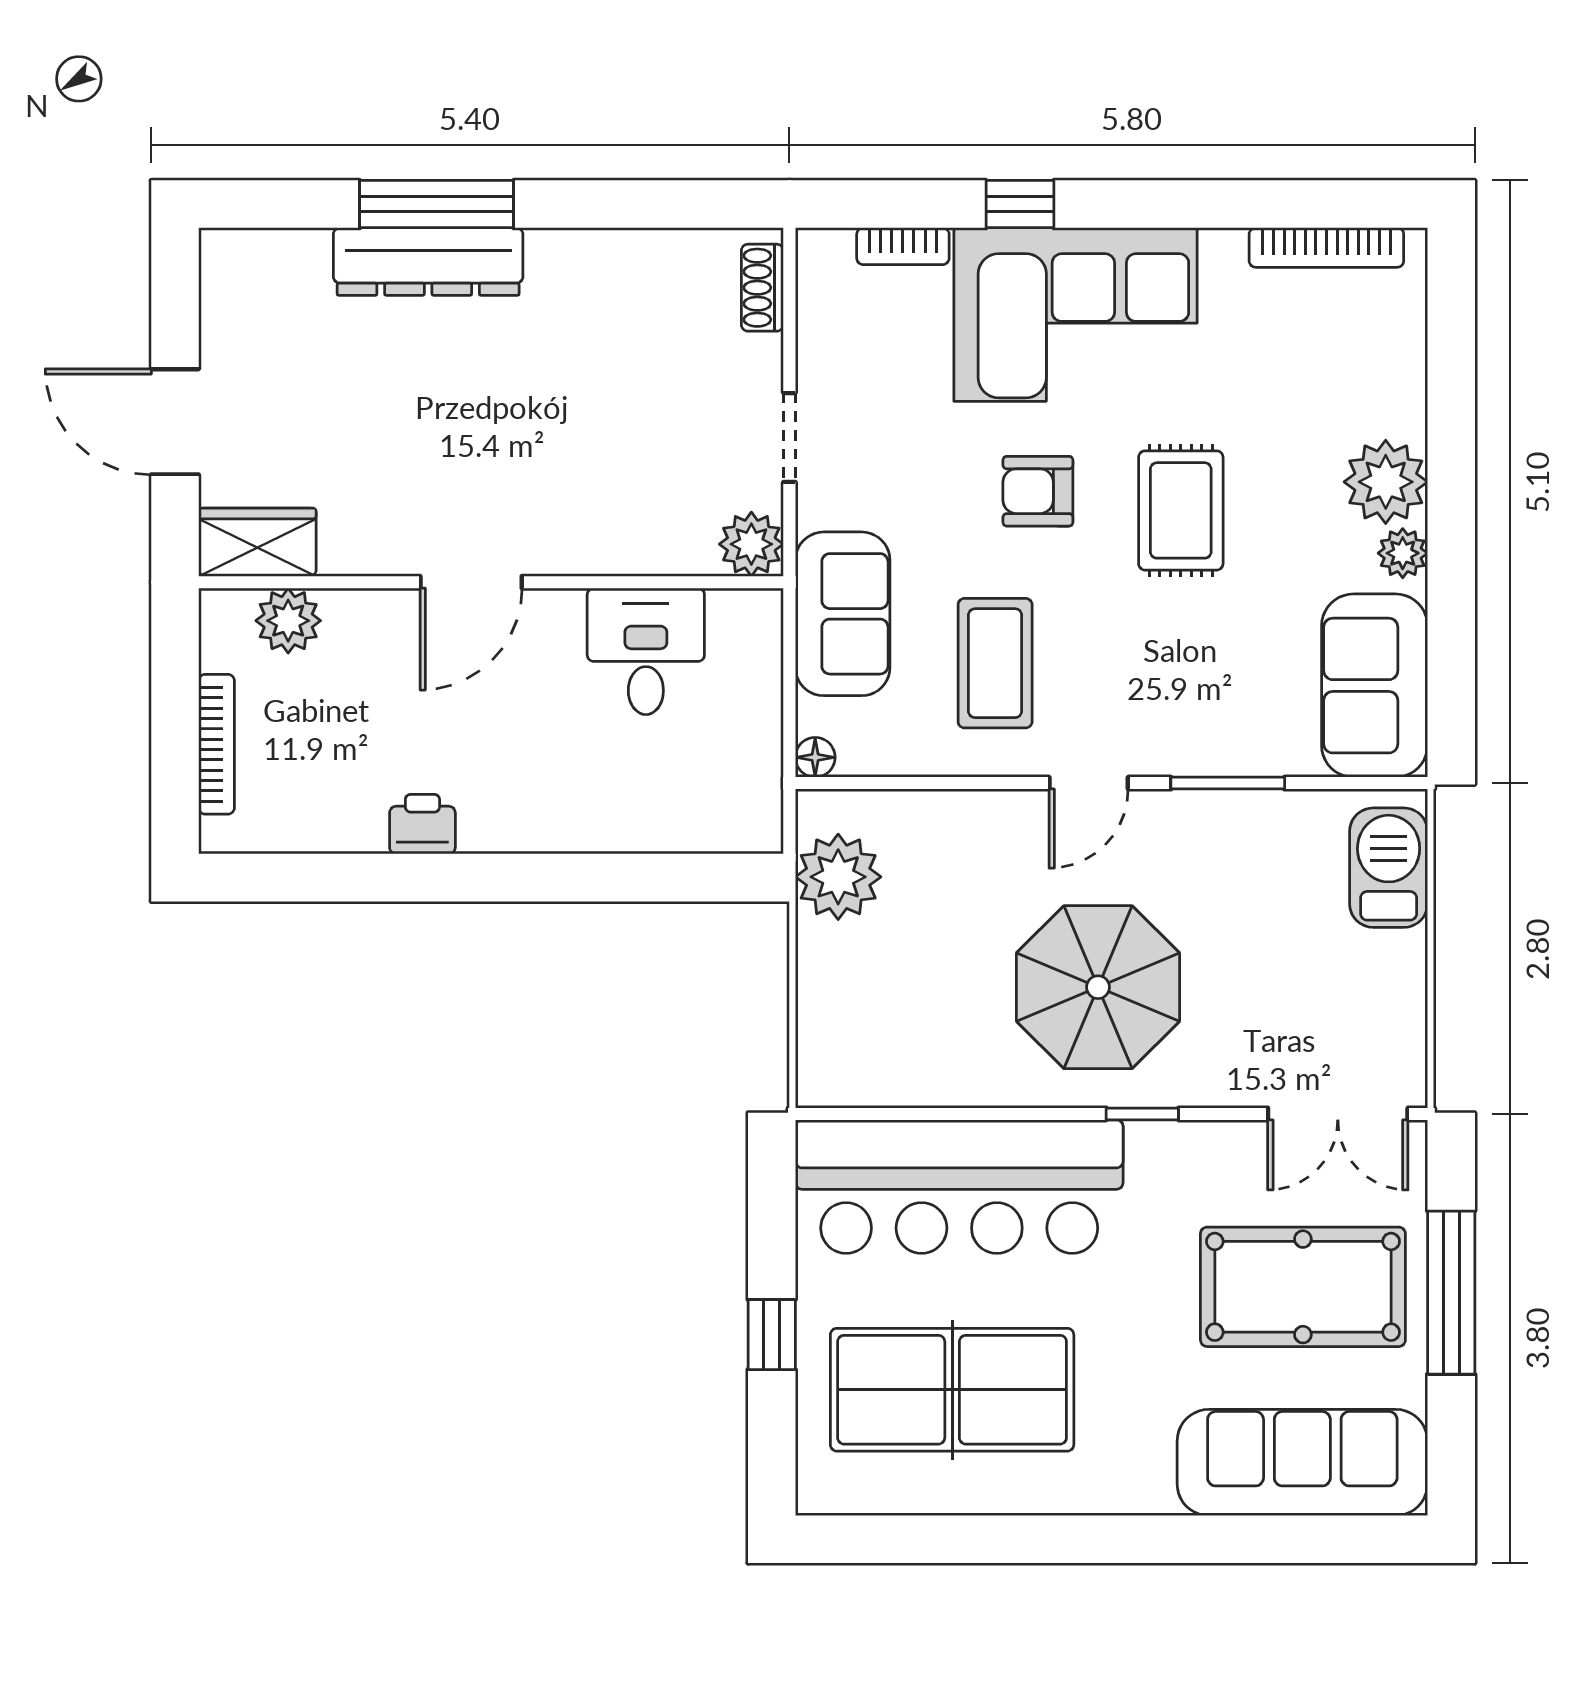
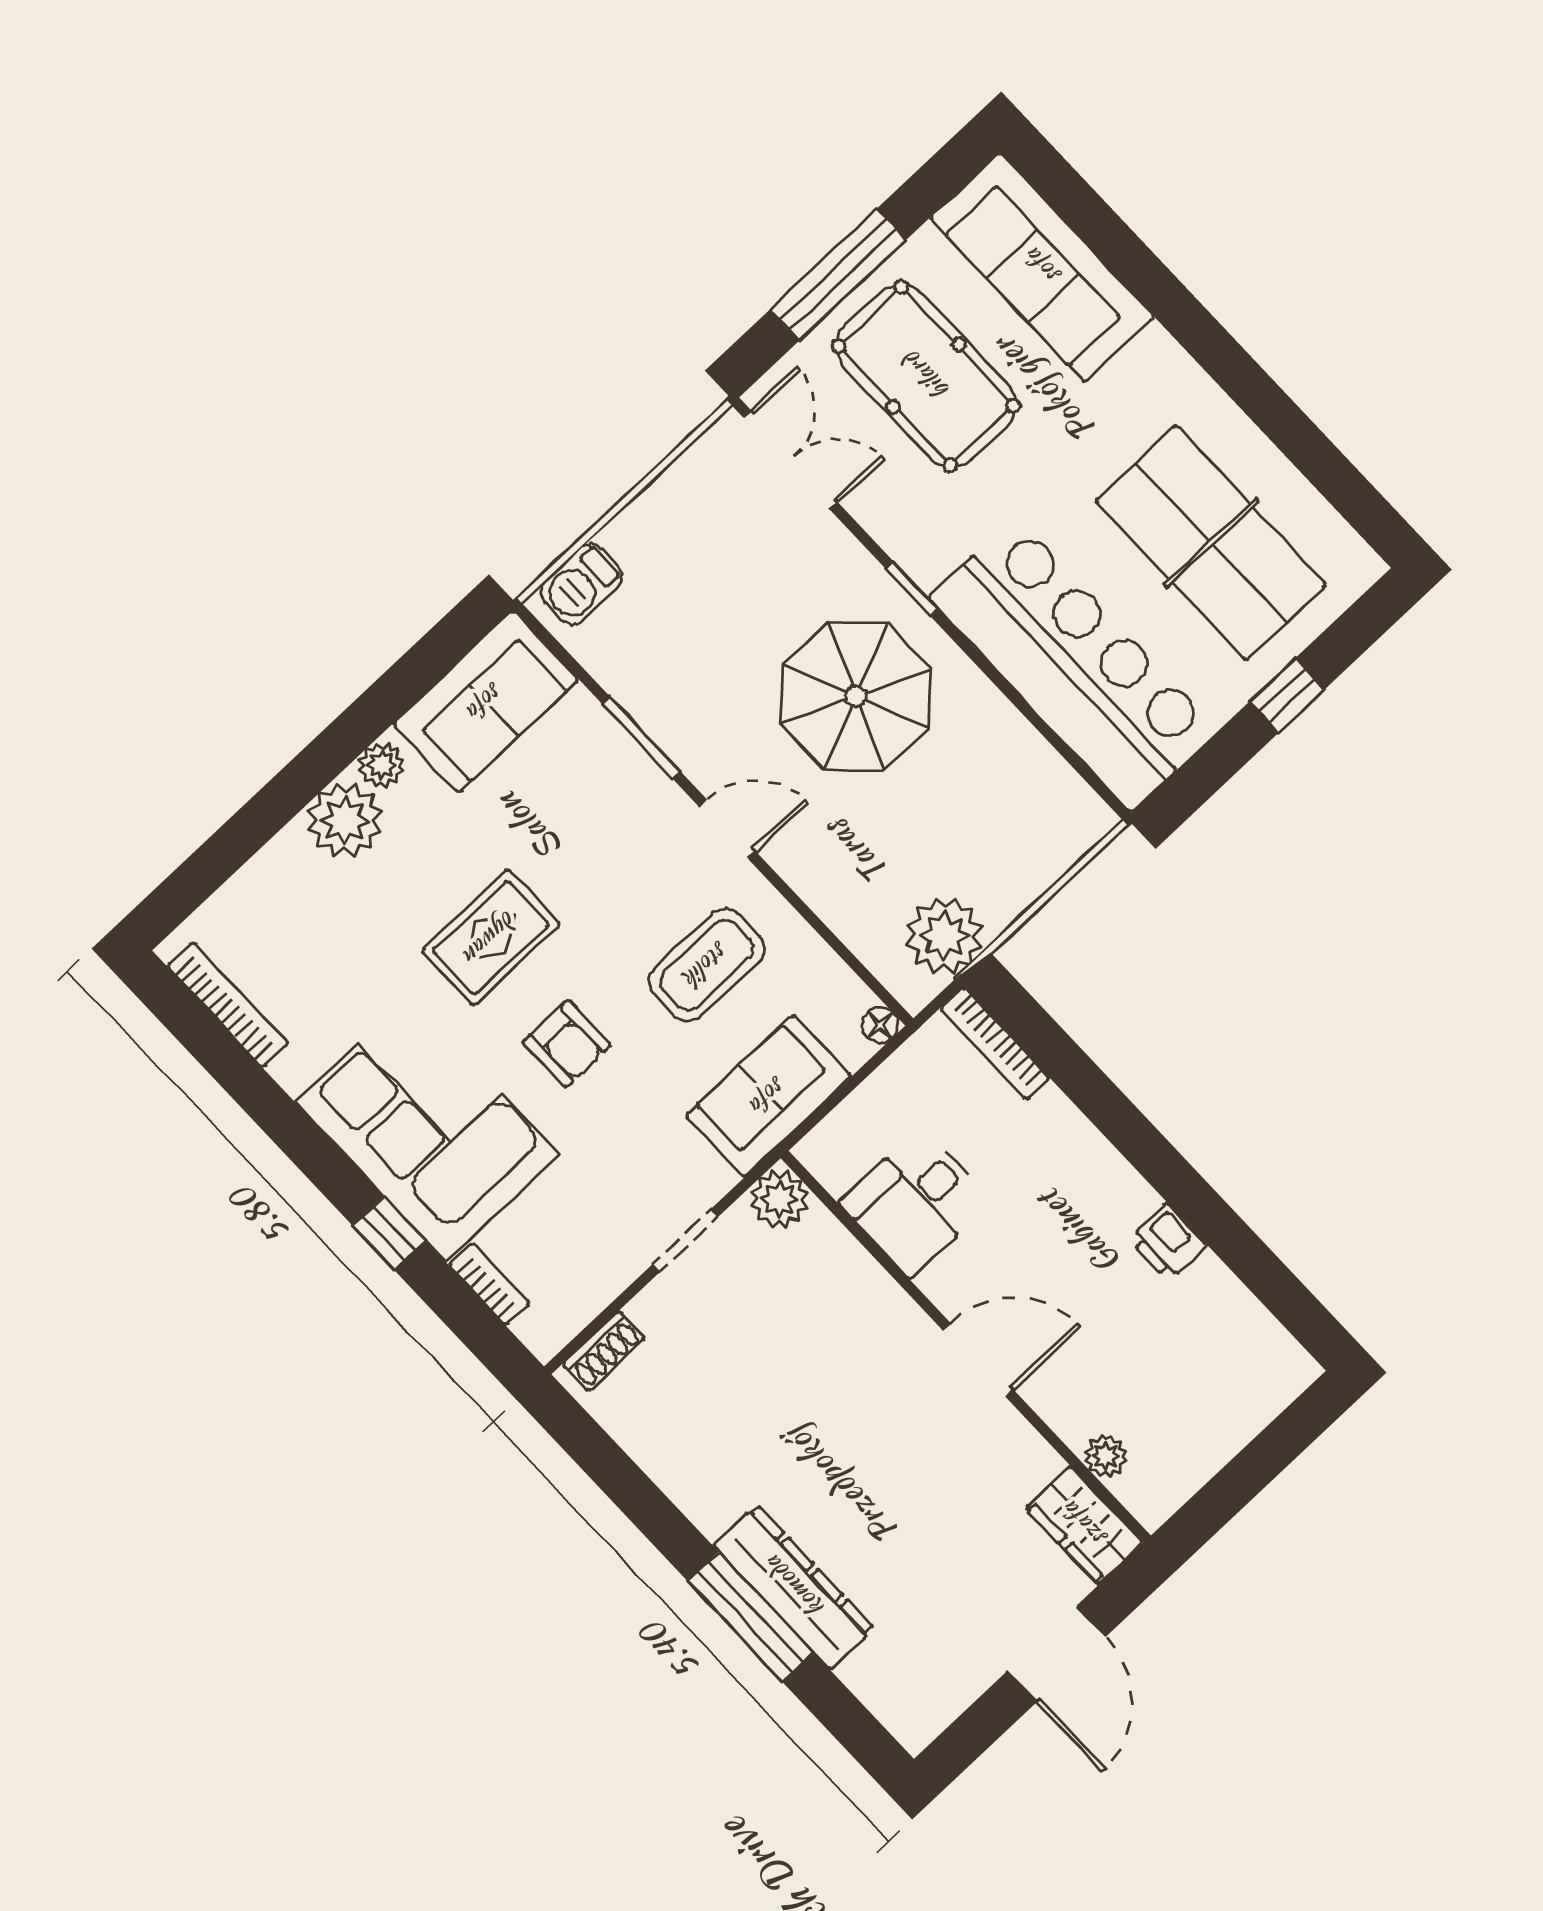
plant: (288, 621) -> (1106, 1456), width x0.73, depth x0.73
bookcase: (216, 744) -> (995, 1043), moved, turned -90
barbecue: (1389, 868) -> (581, 584), width x0.73, depth x0.79

